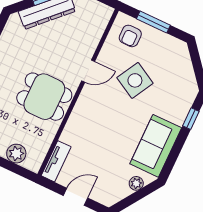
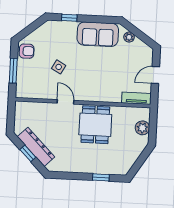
armchair: (130, 36) -> (27, 51), moved
side table: (135, 80) -> (59, 67), width x0.54, depth x0.54
door: (75, 197) -> (155, 75), hinge flipped

